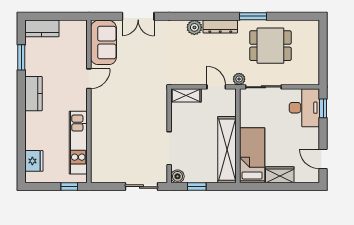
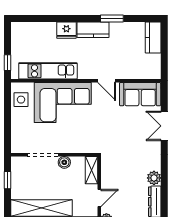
window: (21, 57) -> (112, 18), moved
corner sofa: (113, 126) -> (63, 102), added
fridge: (34, 161) -> (66, 30), moved
side table: (109, 172) -> (21, 100), added
boiler: (177, 176) -> (64, 162), moved
sliding door: (141, 187) -> (7, 129), removed

